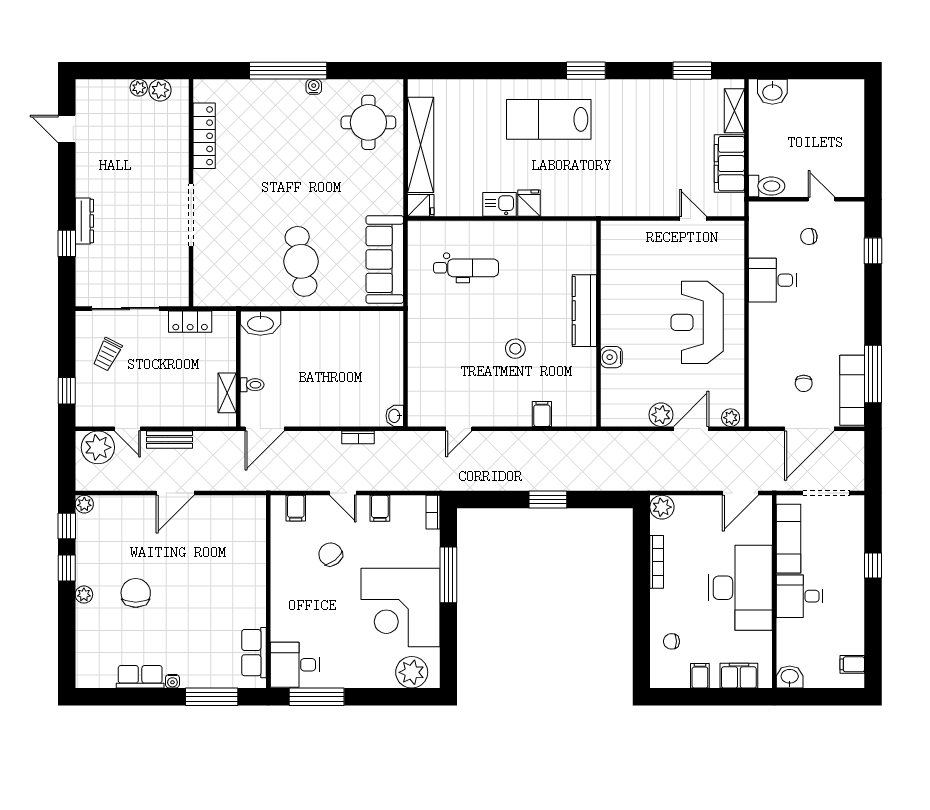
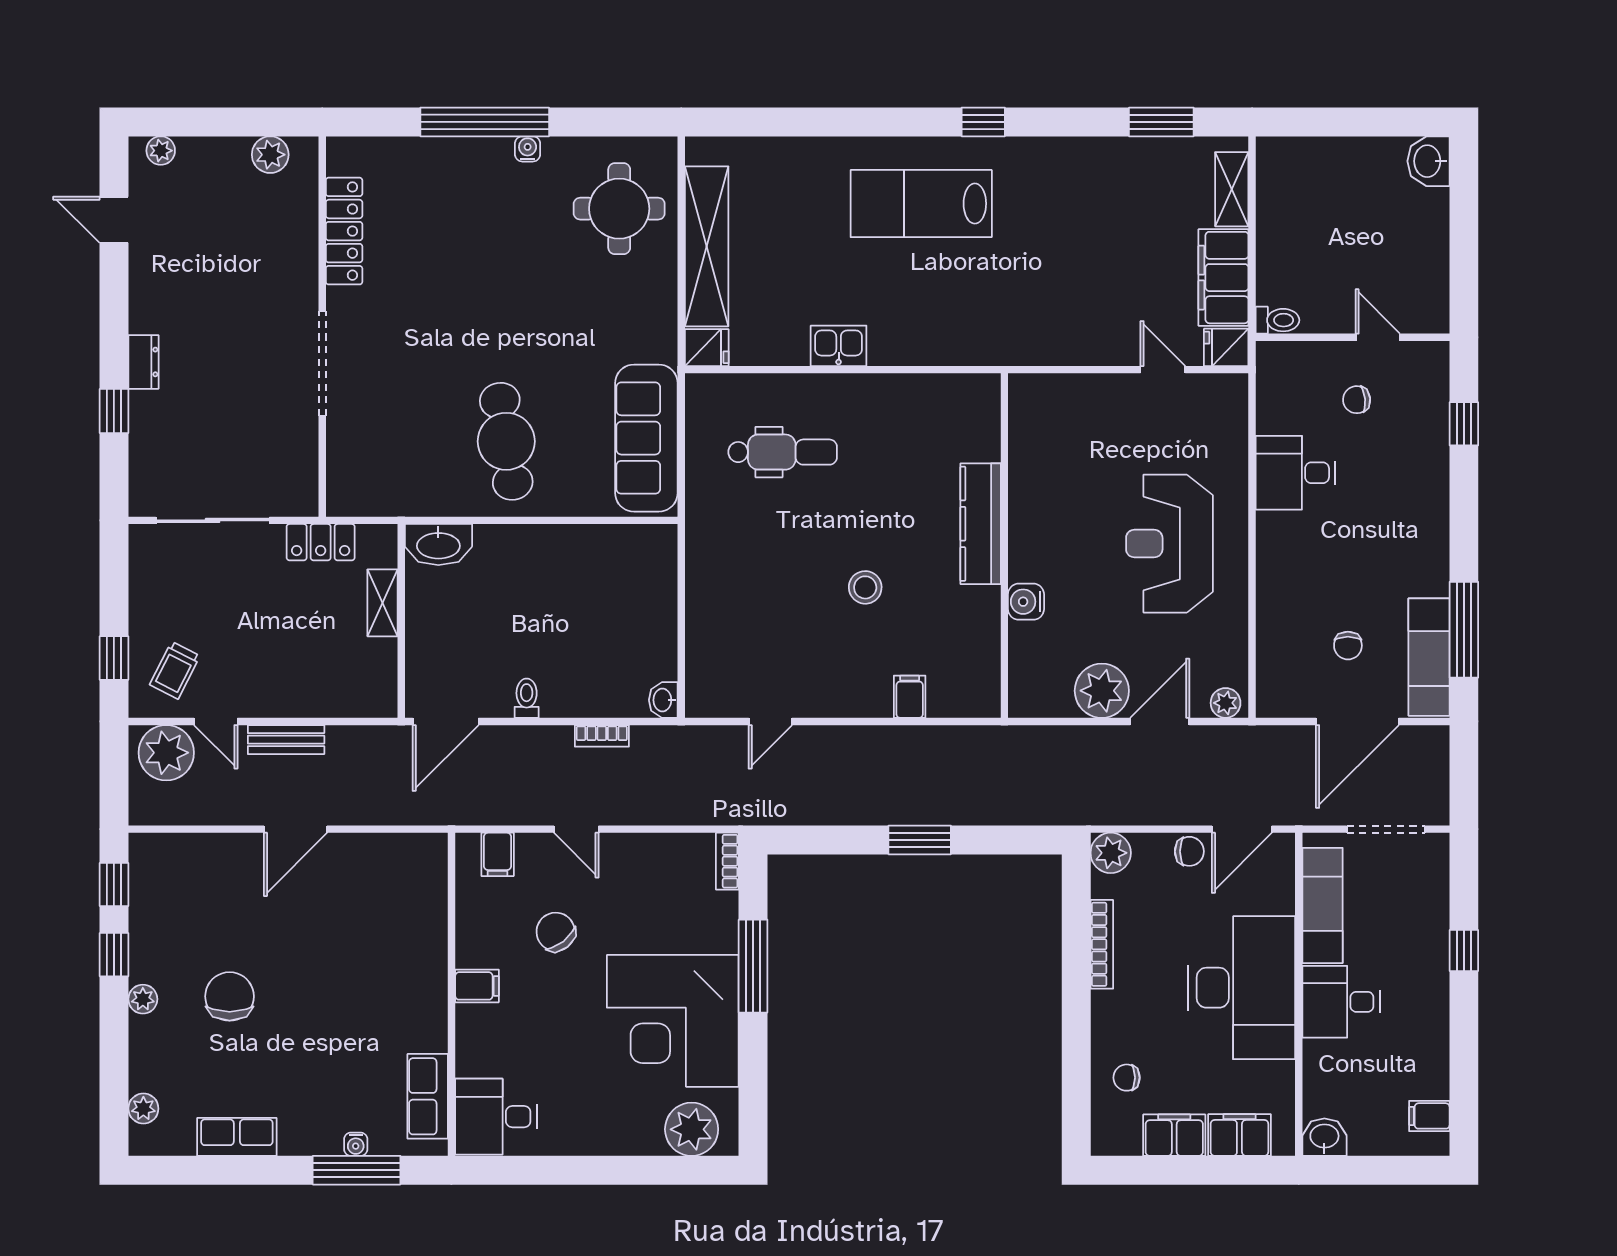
window: (586, 71) -> (983, 122), width x0.67
plant: (139, 88) -> (161, 151), moved
washbasin: (772, 92) -> (1428, 161), moved, turned 90
toilet: (767, 186) -> (1277, 320), width x0.73, depth x0.72
fridge: (529, 203) -> (1226, 347), moved, turned -90
dresser: (84, 221) -> (143, 362), width x0.70
trolley: (107, 354) -> (175, 670), moved
toilet: (252, 385) -> (527, 698), moved, turned -90
shelving: (227, 393) -> (383, 603), moved
plant: (661, 415) -> (1102, 691), width x1.36, depth x1.36
plant: (84, 504) -> (143, 1109), moved
chair: (709, 506) -> (1189, 851), added
filing cabinet: (380, 508) -> (477, 986), moved, turned -90
filing cabinet: (700, 676) -> (1174, 1135), width x2.00
water cooler: (172, 681) -> (356, 1144), moved
window: (317, 697) -> (532, 1170), removed

